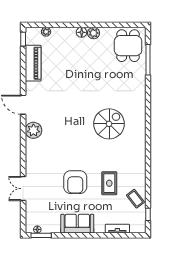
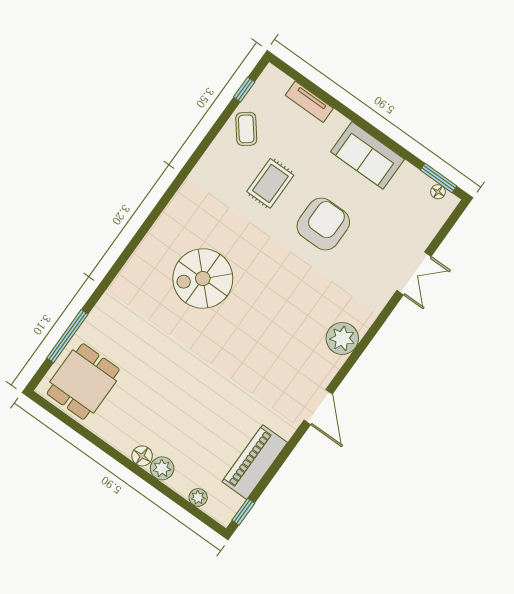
plant: (94, 33) -> (162, 468), moved
plant: (33, 130) -> (342, 338), moved

